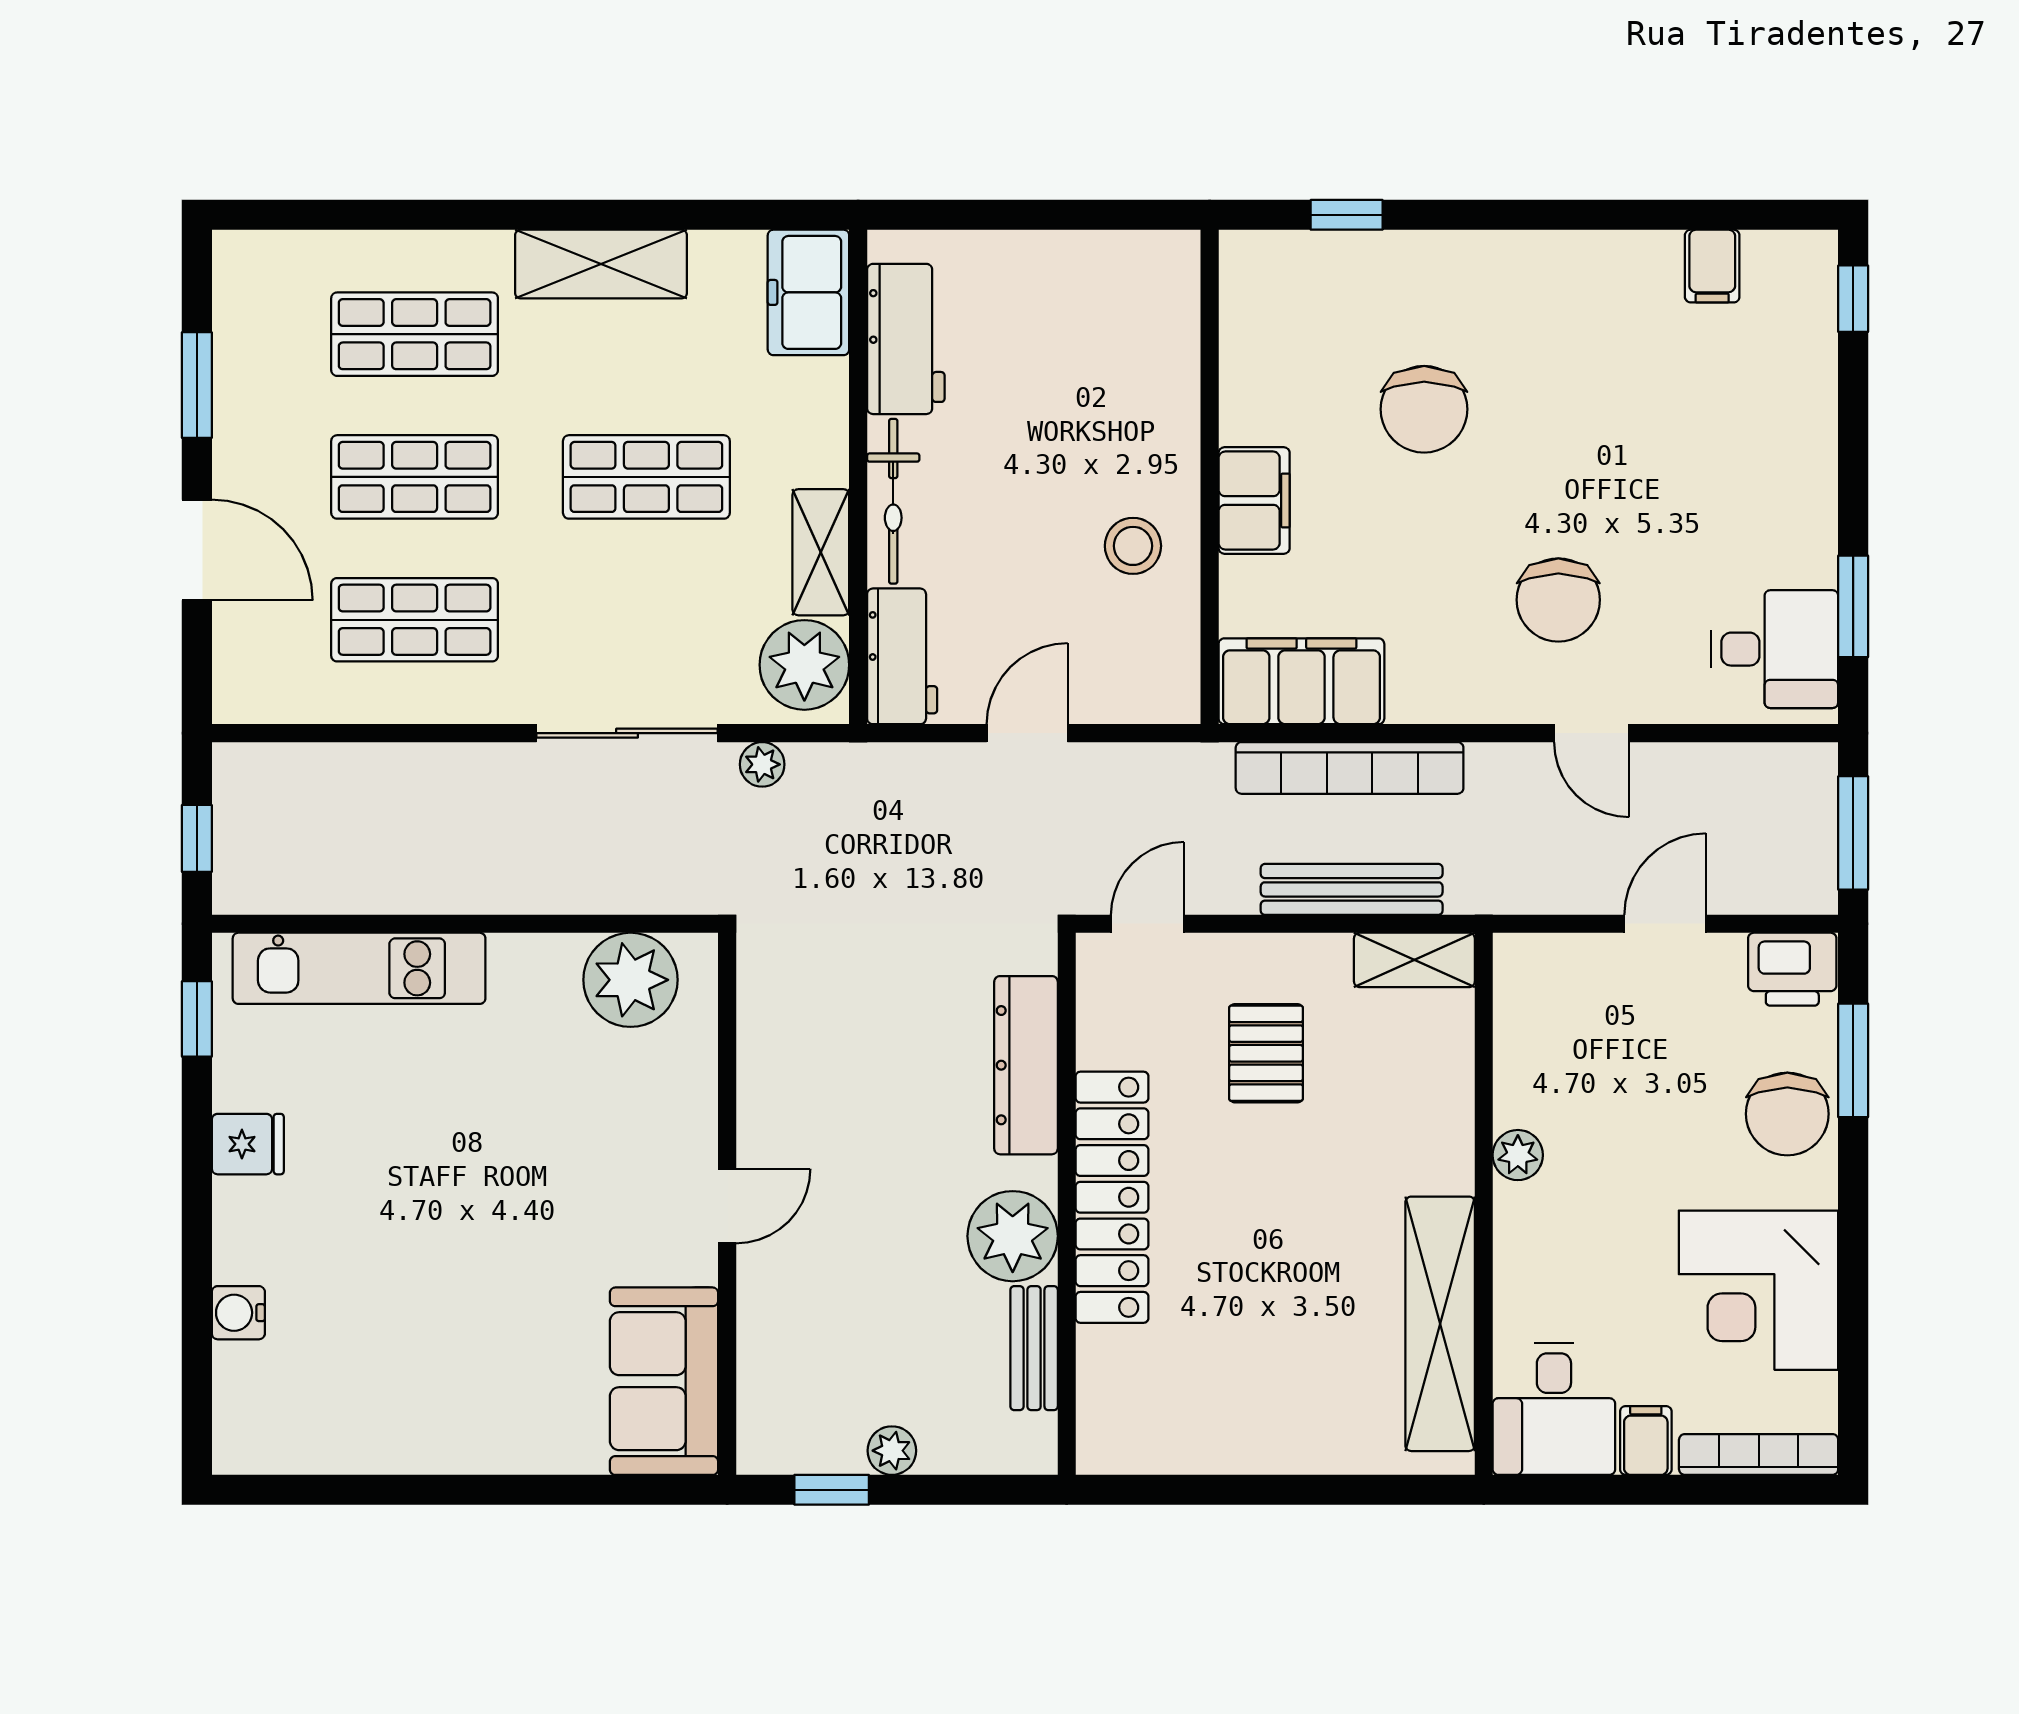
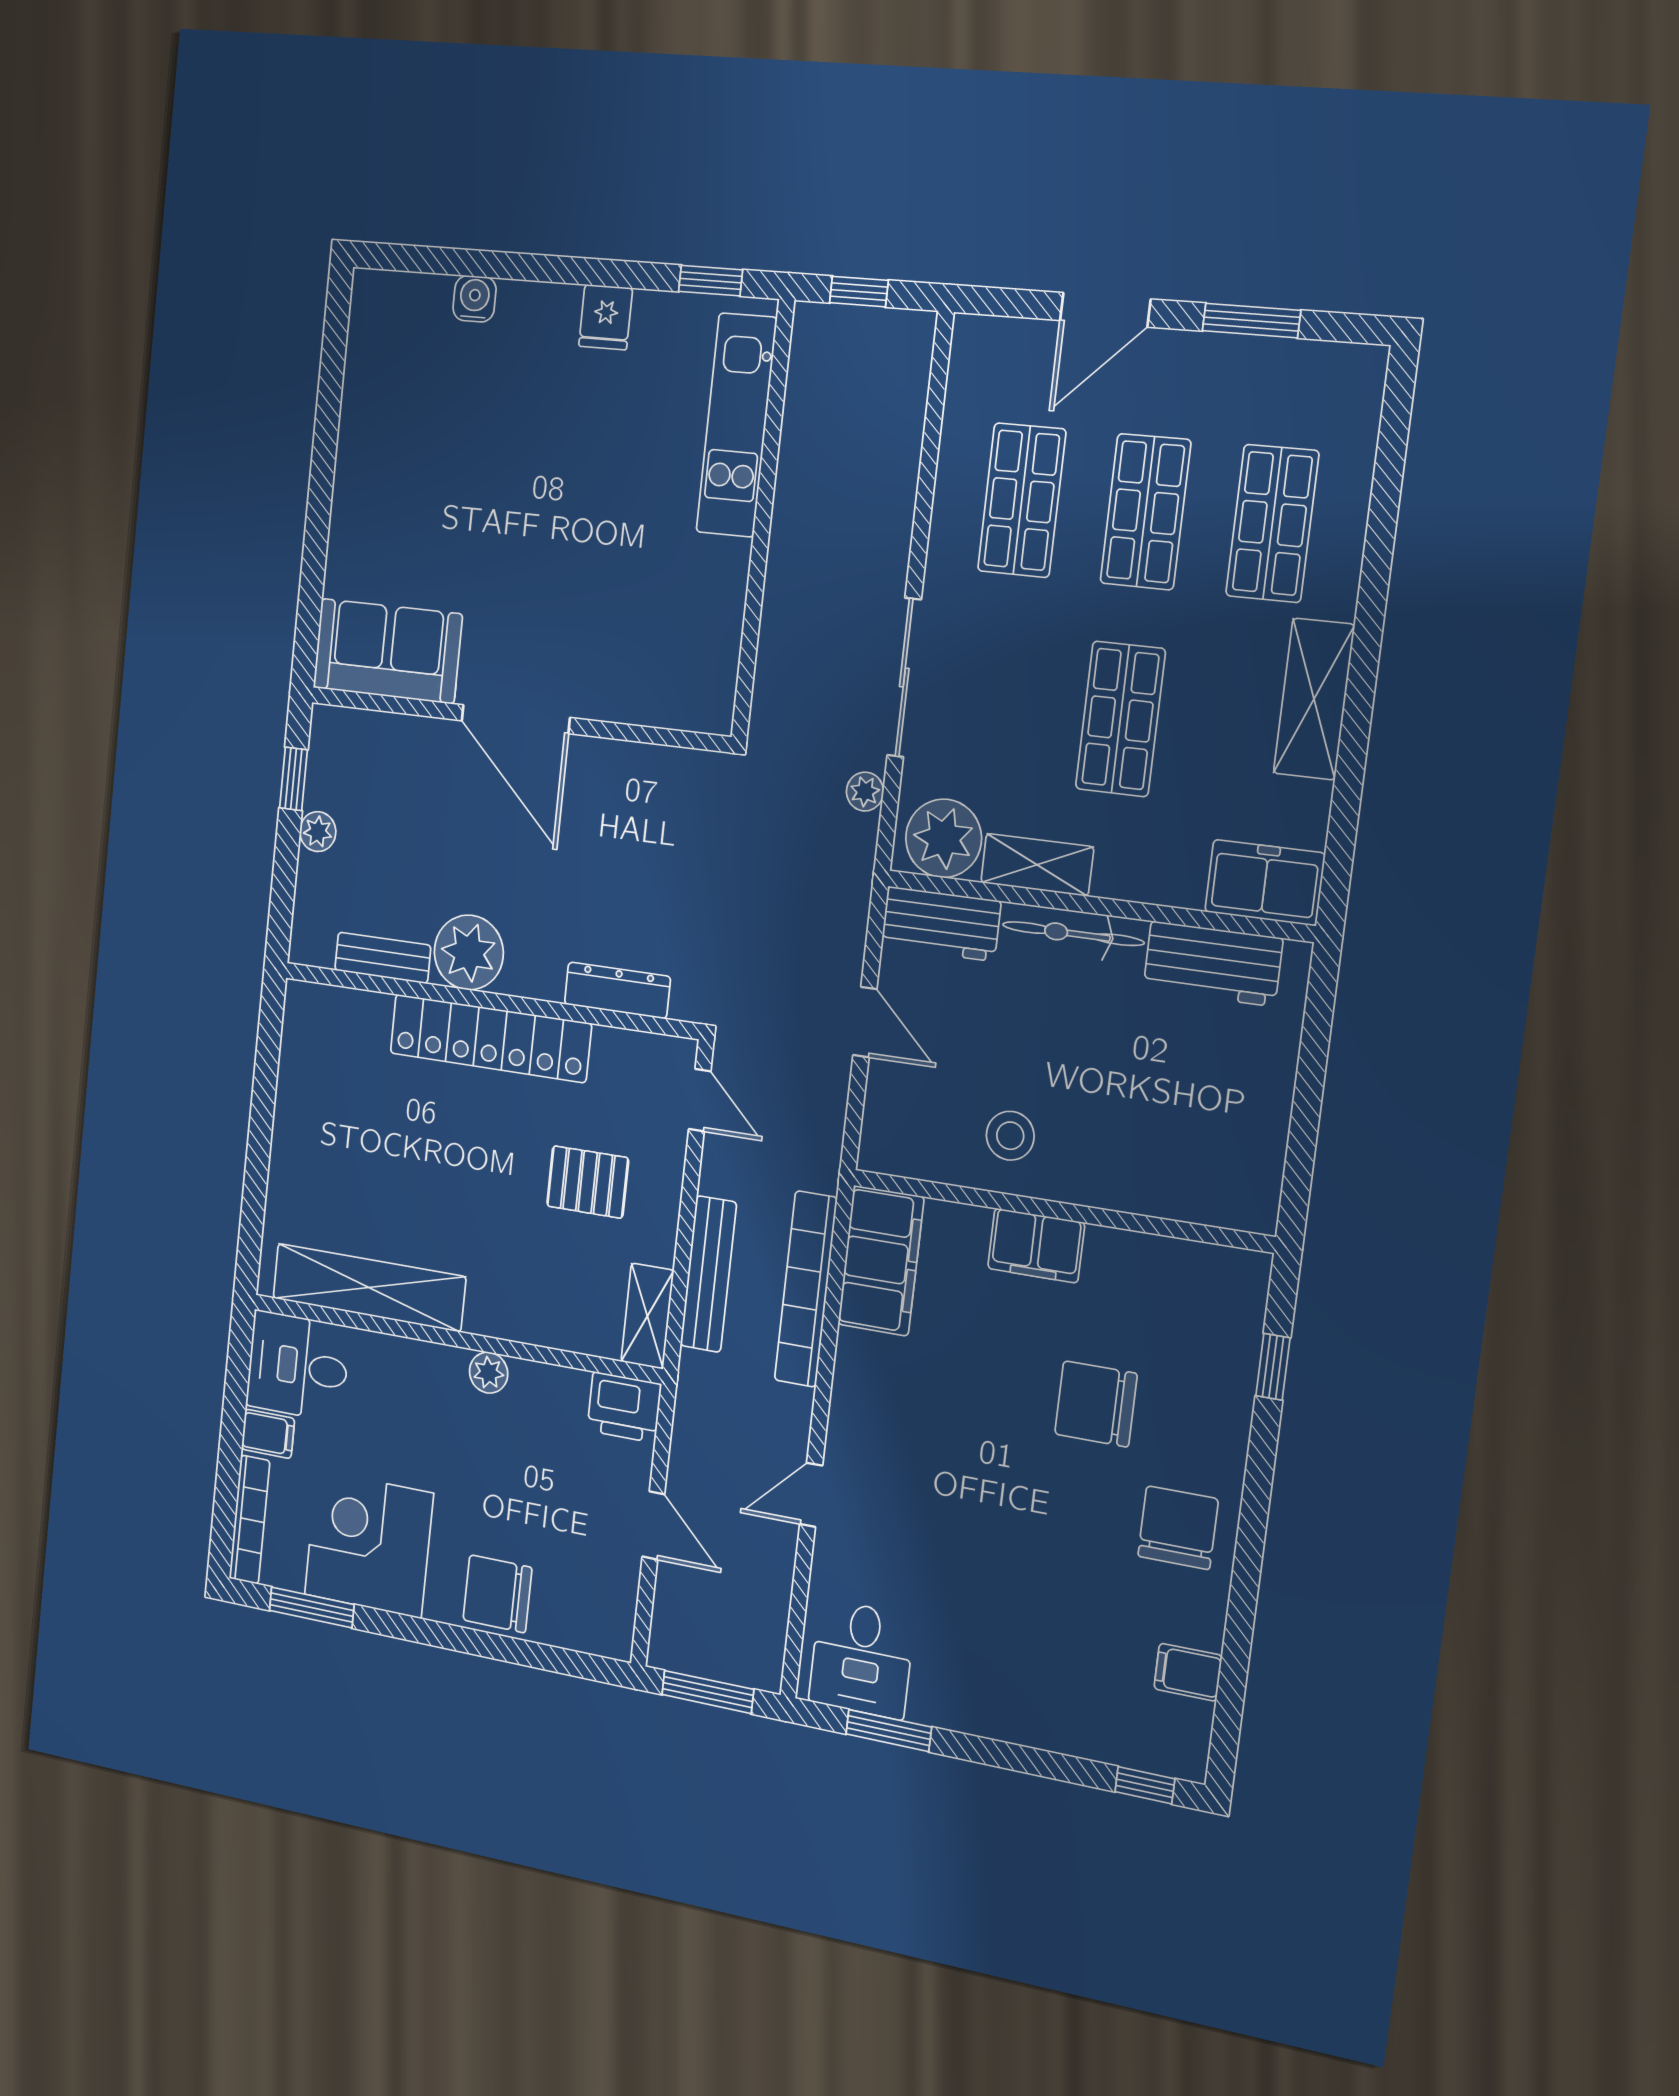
chair: (1558, 600) -> (1178, 1528), moved, turned 90
printer: (1792, 969) -> (624, 1407), moved, turned -90
plant: (630, 980) -> (702, 658), removed
window: (1853, 1060) -> (312, 1608), moved
dresser: (1026, 1065) -> (617, 990), width x0.73, depth x0.80
door: (727, 1206) -> (516, 719), width x1.87

